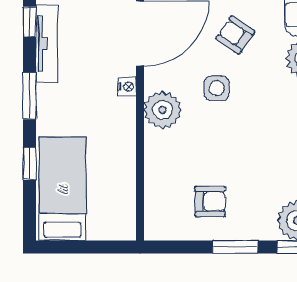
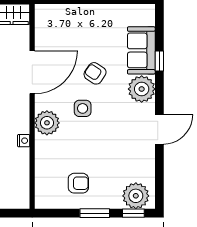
nightstand: (127, 87) -> (24, 141), moved

